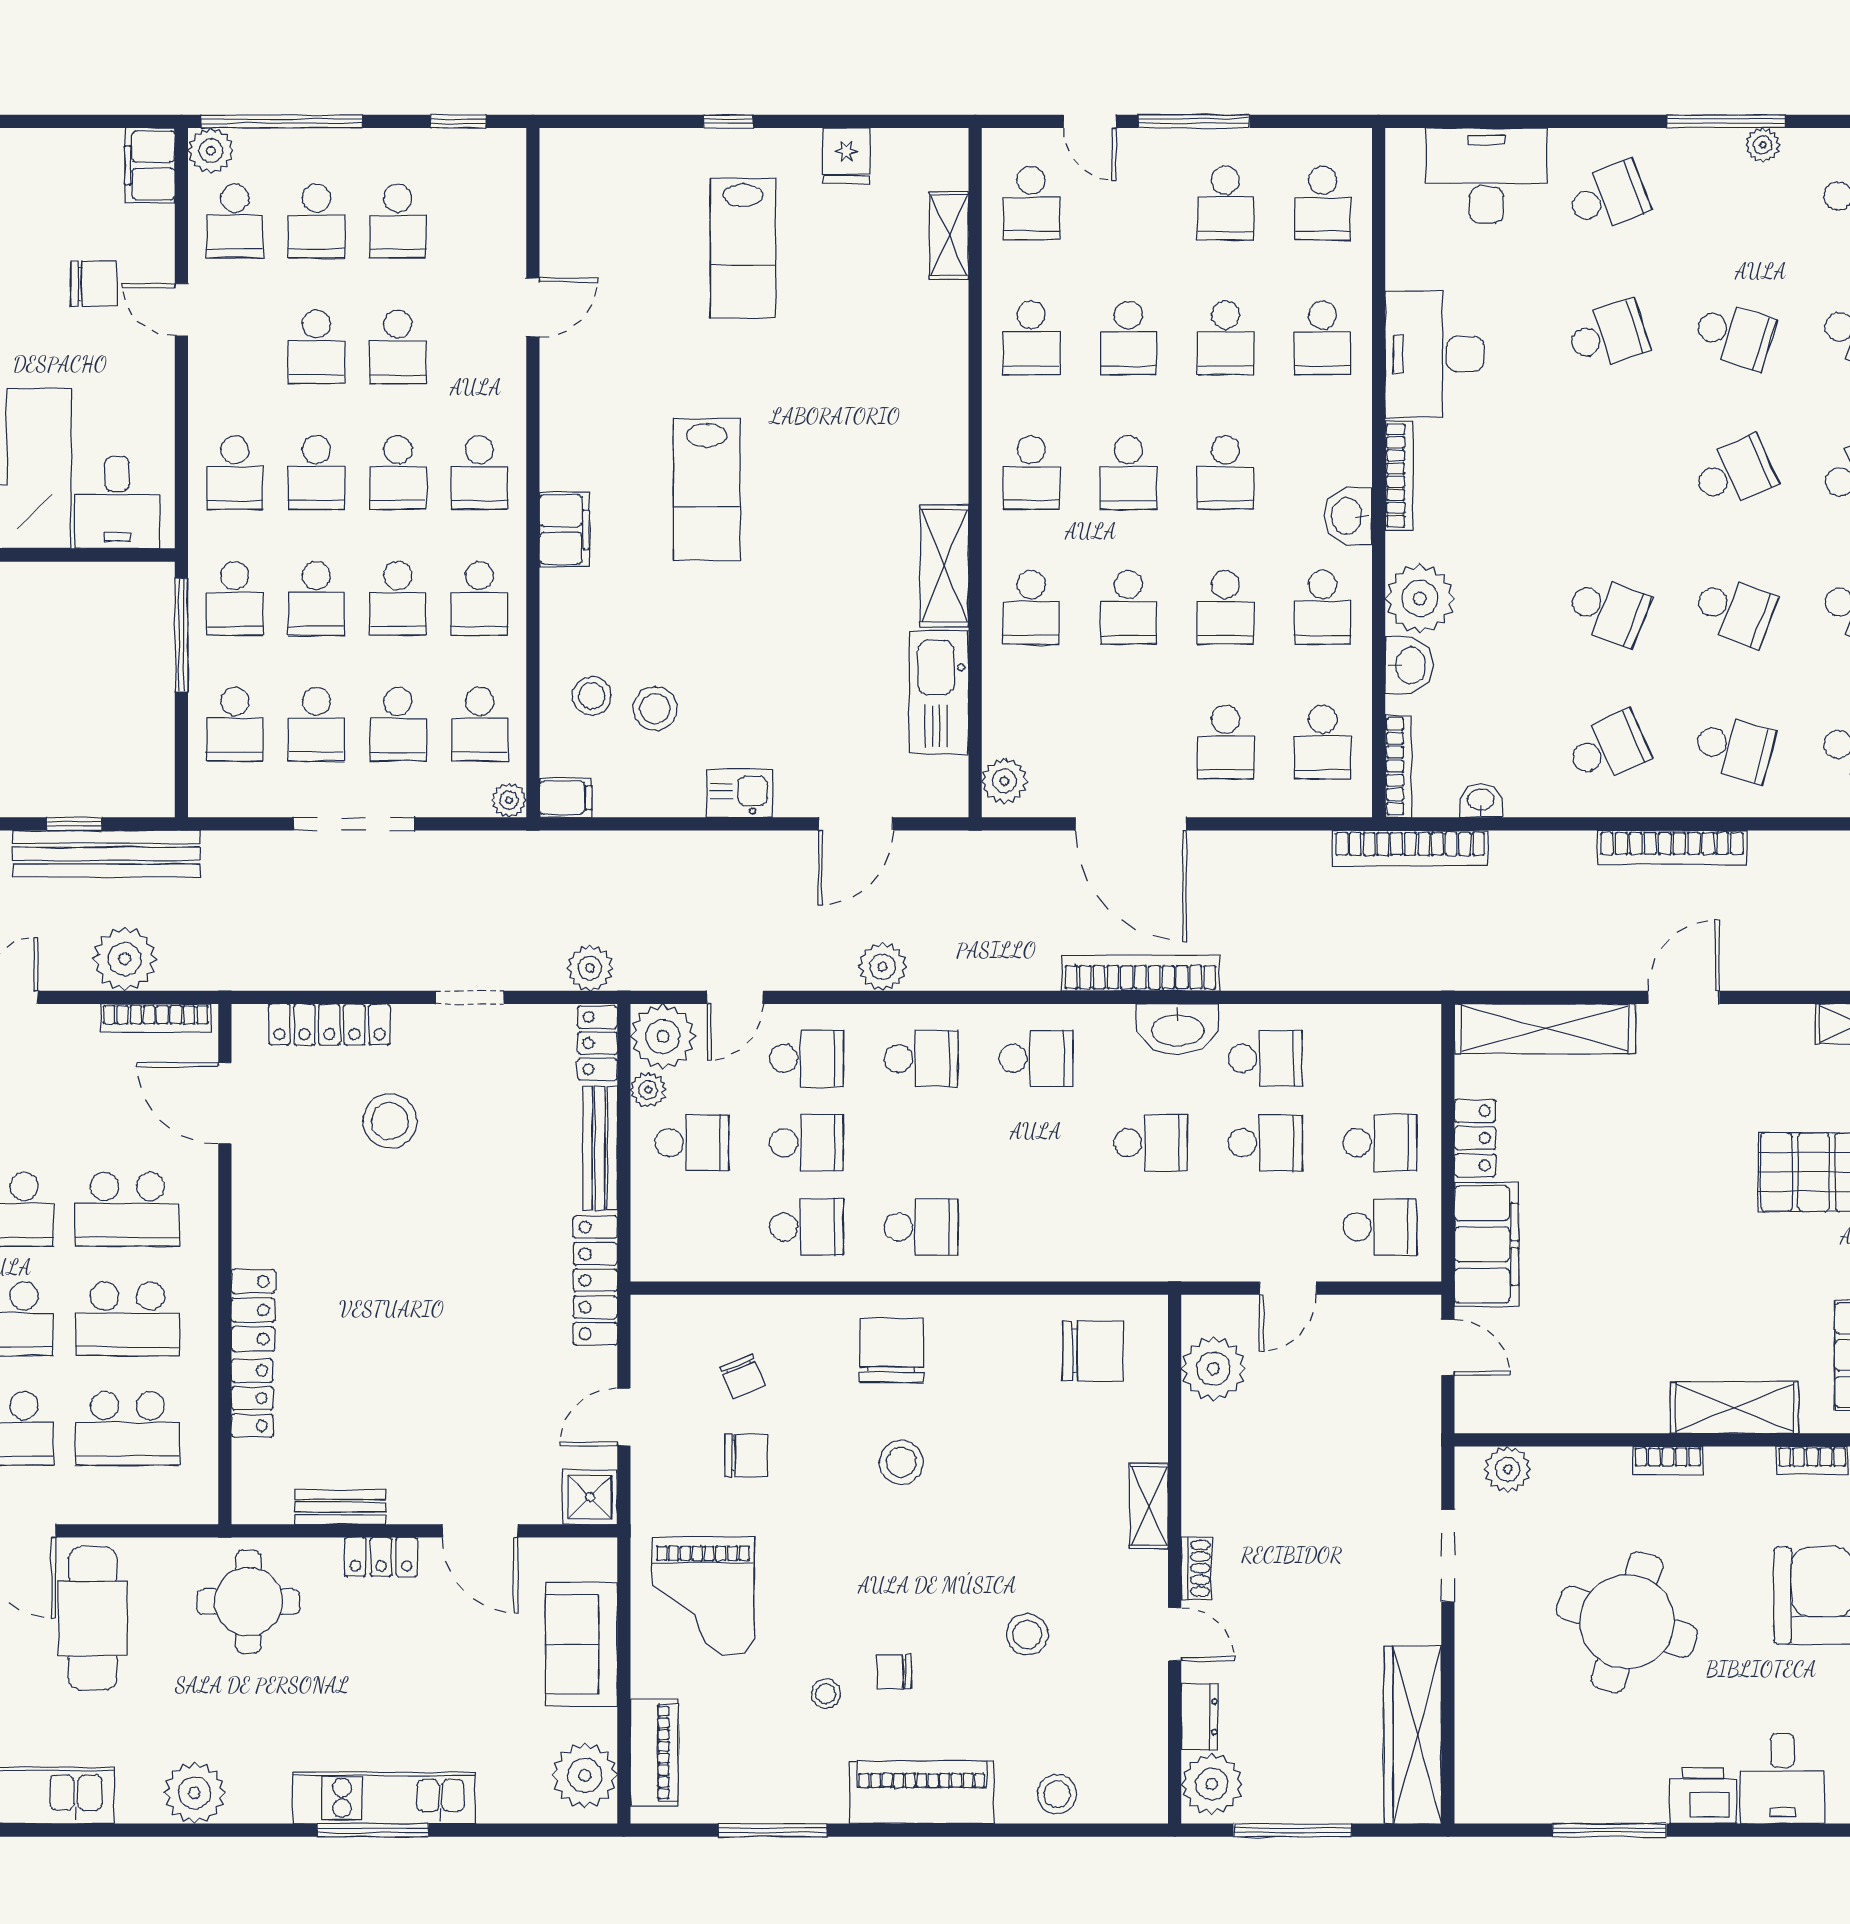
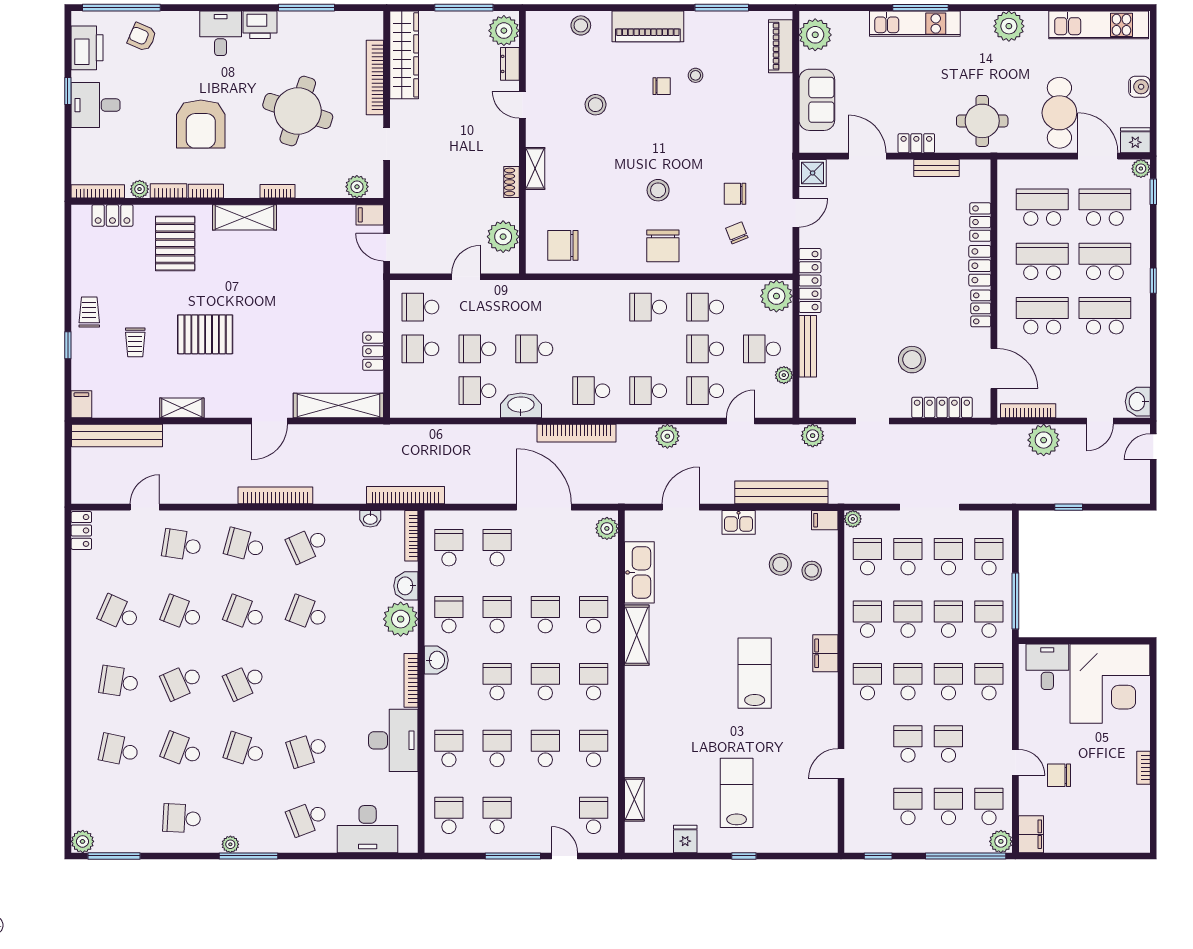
bench: (107, 854) -> (781, 492), moved
bookcase: (1141, 973) -> (577, 433), moved
plant: (663, 1036) -> (776, 296), moved
locker: (598, 1043) -> (981, 308), moved, turned 180
filing cabinet: (1487, 1244) -> (370, 215), moved, width x0.33, depth x0.86
doorway: (1448, 1556) -> (387, 144), width x0.73
shoe rack: (1197, 1568) -> (511, 182), moved
grand piano: (703, 1596) -> (756, 124), removed
bookcase: (1472, 1689) -> (375, 78), added

